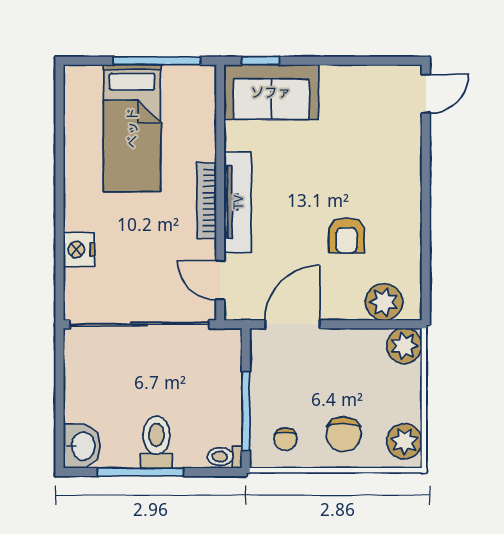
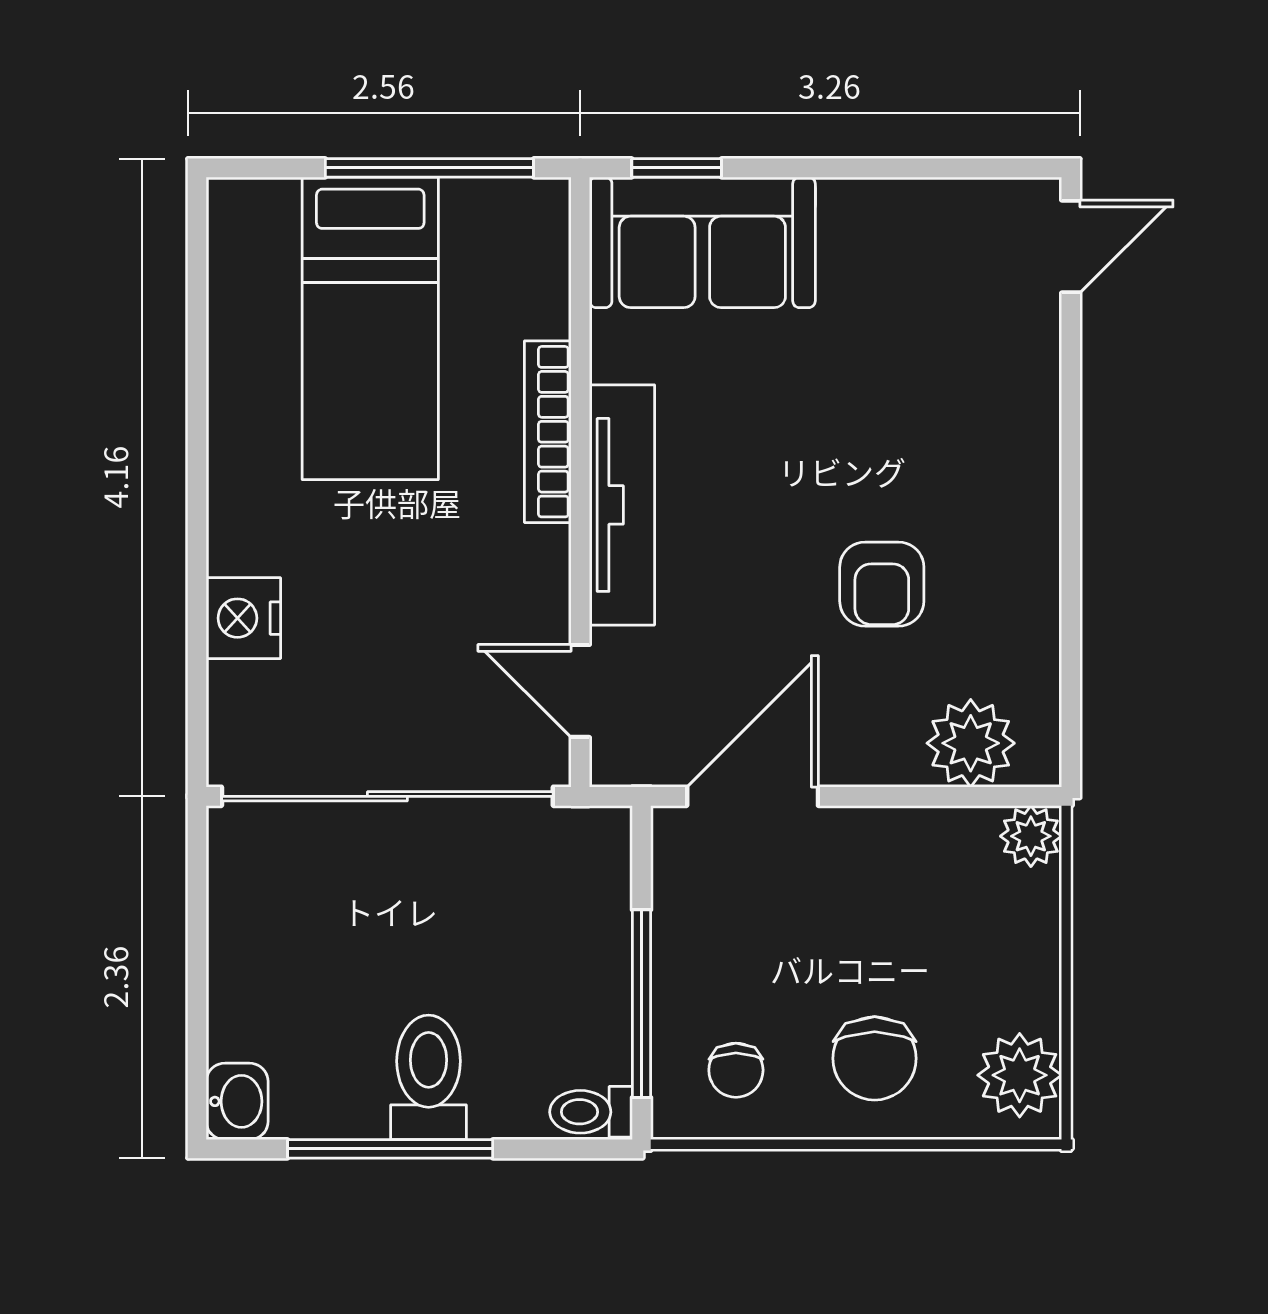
bookcase: (207, 201) -> (548, 432), moved
plant: (404, 346) -> (1031, 836), width x0.73, depth x0.73
washbasin: (82, 446) -> (237, 1101), width x0.72, depth x0.69

